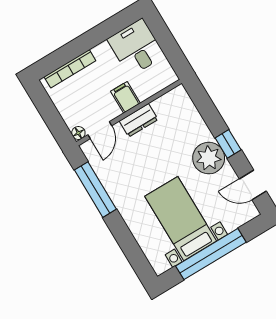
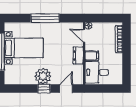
desk: (136, 47) -> (97, 72), moved, turned 180
door: (253, 185) -> (66, 89), moved
window: (95, 190) -> (45, 18), moved

